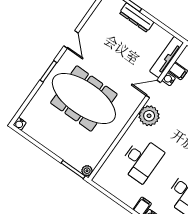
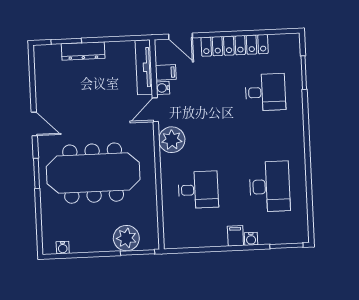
water cooler: (20, 124) -> (63, 248), moved
desk: (141, 160) -> (198, 190), width x0.73
plant: (87, 171) -> (126, 238), moved, width x1.88, depth x1.88

